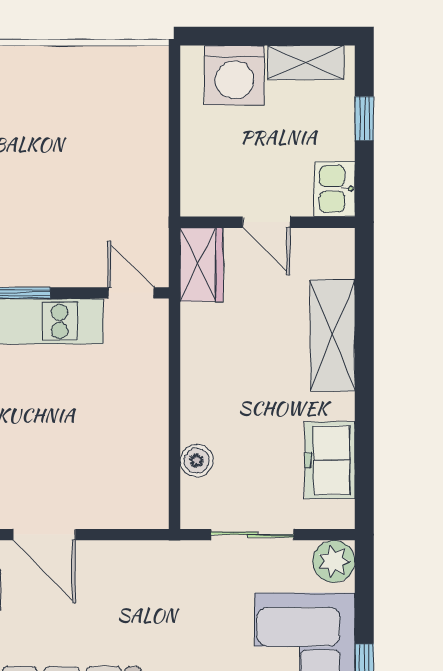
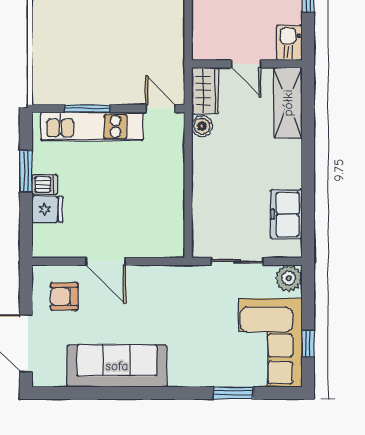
shelving: (333, 335) -> (288, 103), moved
boiler: (197, 461) -> (202, 126), moved

